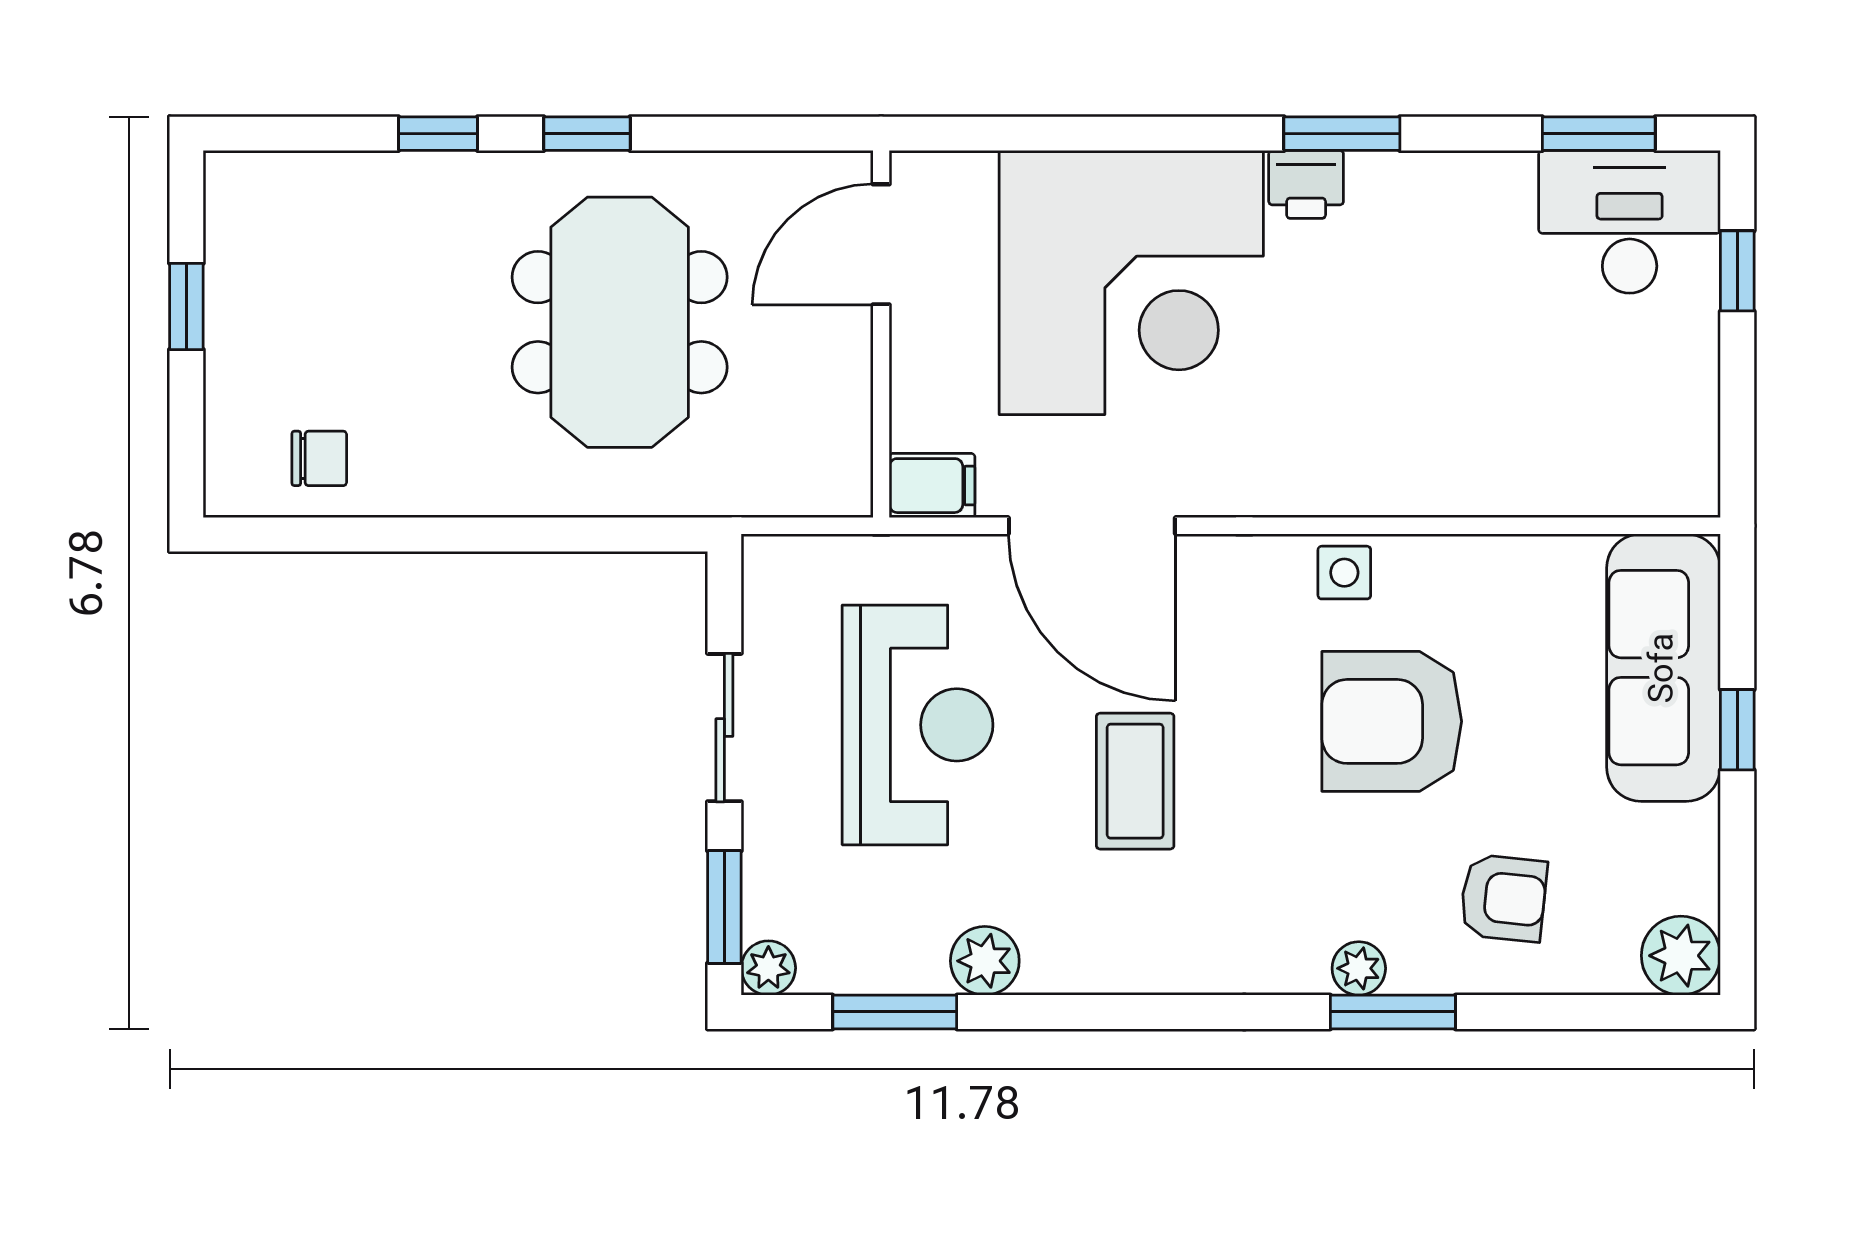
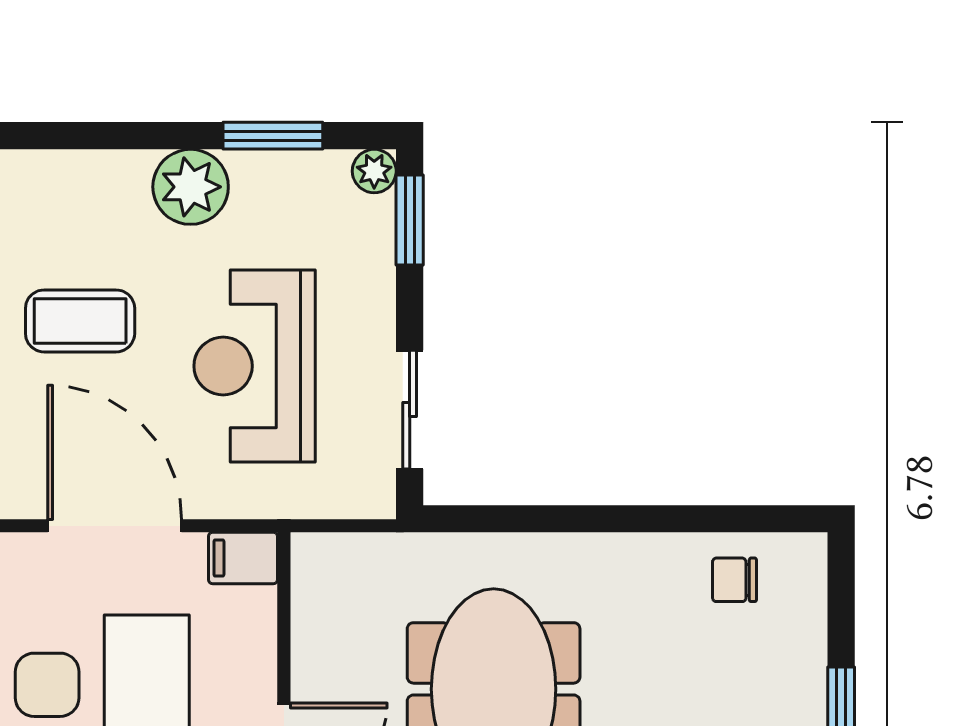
sliding door: (724, 728) -> (410, 410), moved
coffee table: (1135, 781) -> (80, 321), turned 90
plant: (985, 961) -> (191, 187), width x1.36, depth x1.36

